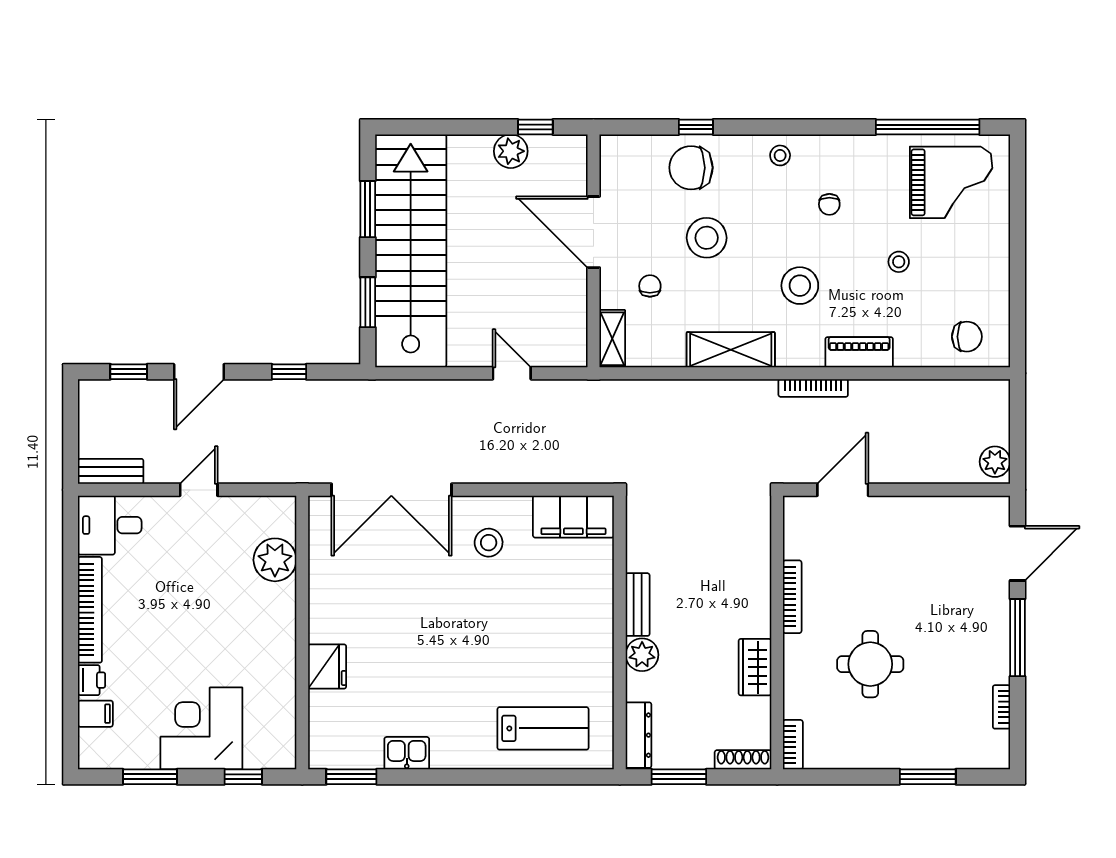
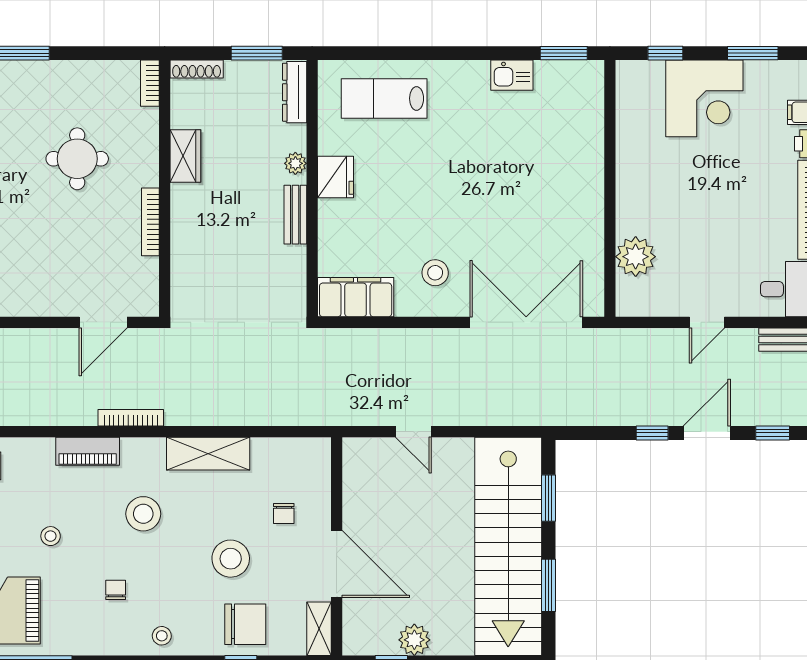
shelving: (612, 339) -> (319, 629), moved
window: (289, 372) -> (652, 433), moved
plant: (642, 655) -> (295, 163), width x0.73, depth x0.73
fridge: (327, 666) -> (335, 177), moved, turned 180

